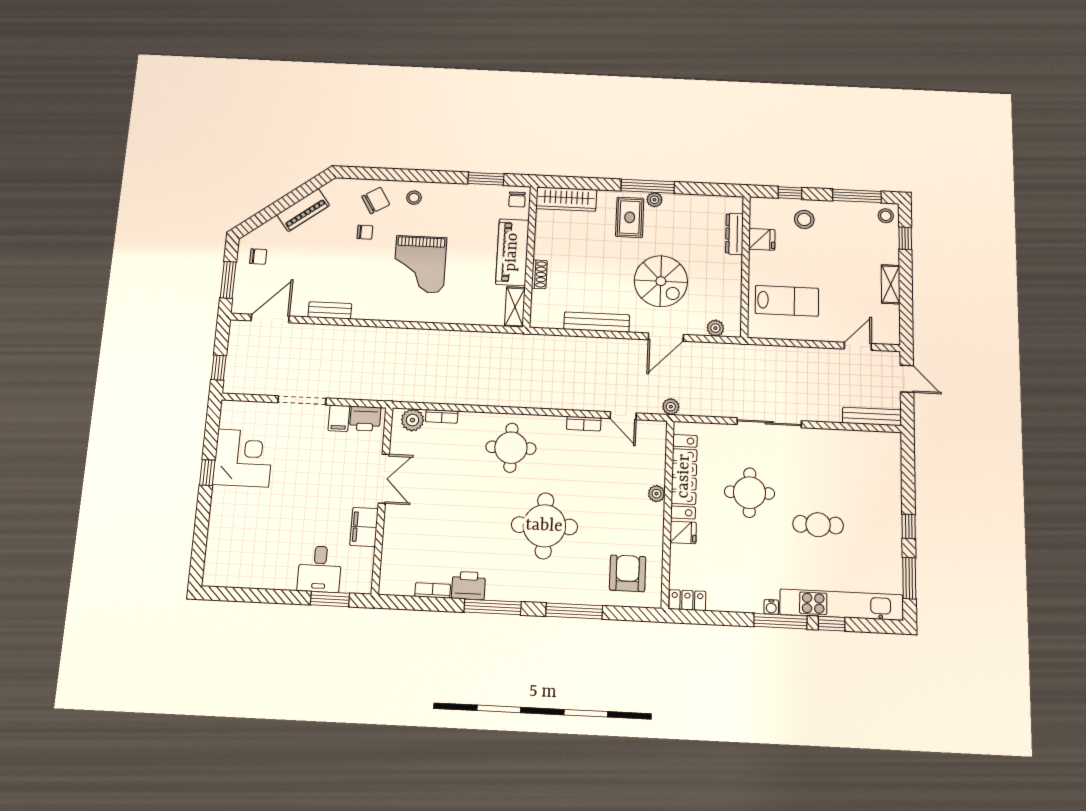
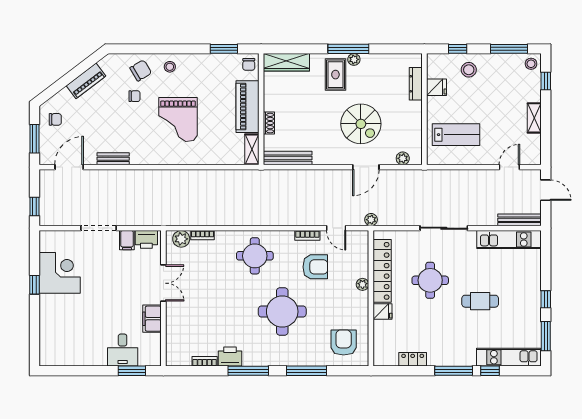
bench: (597, 322) -> (288, 158), moved
kitchen unit: (858, 442) -> (509, 239), added
armchair: (593, 467) -> (315, 267), added
locker: (687, 600) -> (413, 359), moved
kitchen unit: (841, 605) -> (509, 357), width x0.73
water cooler: (771, 607) -> (447, 361), removed

